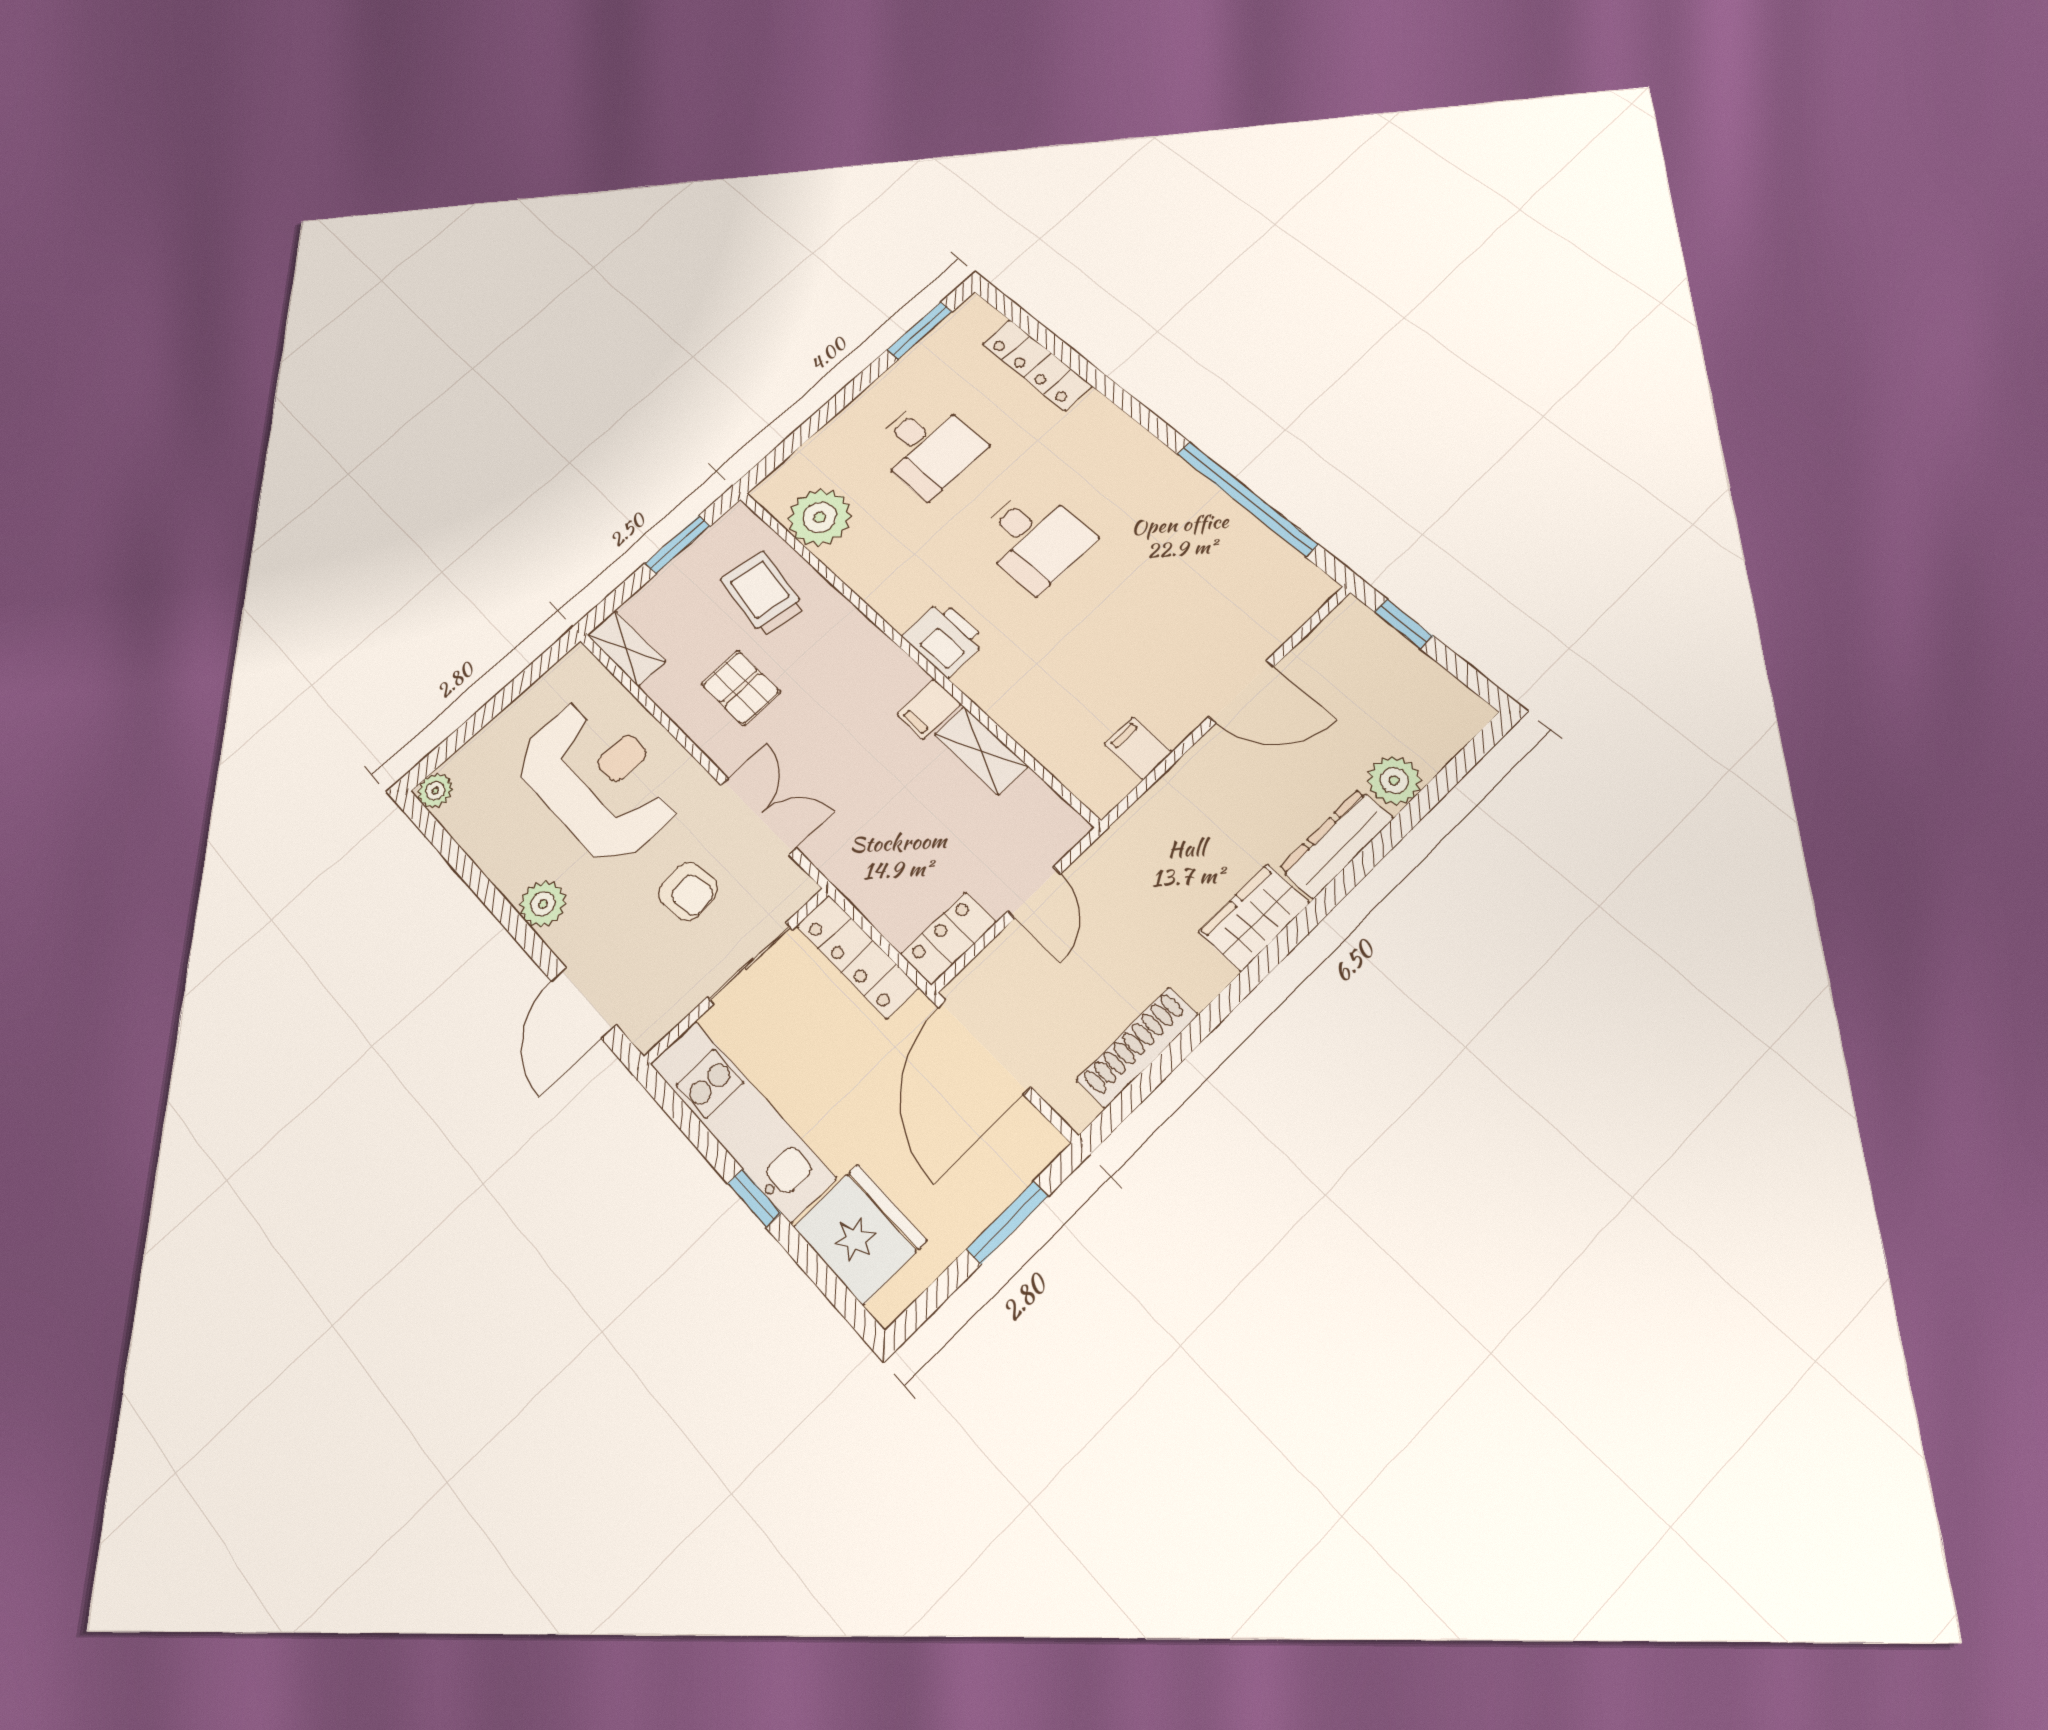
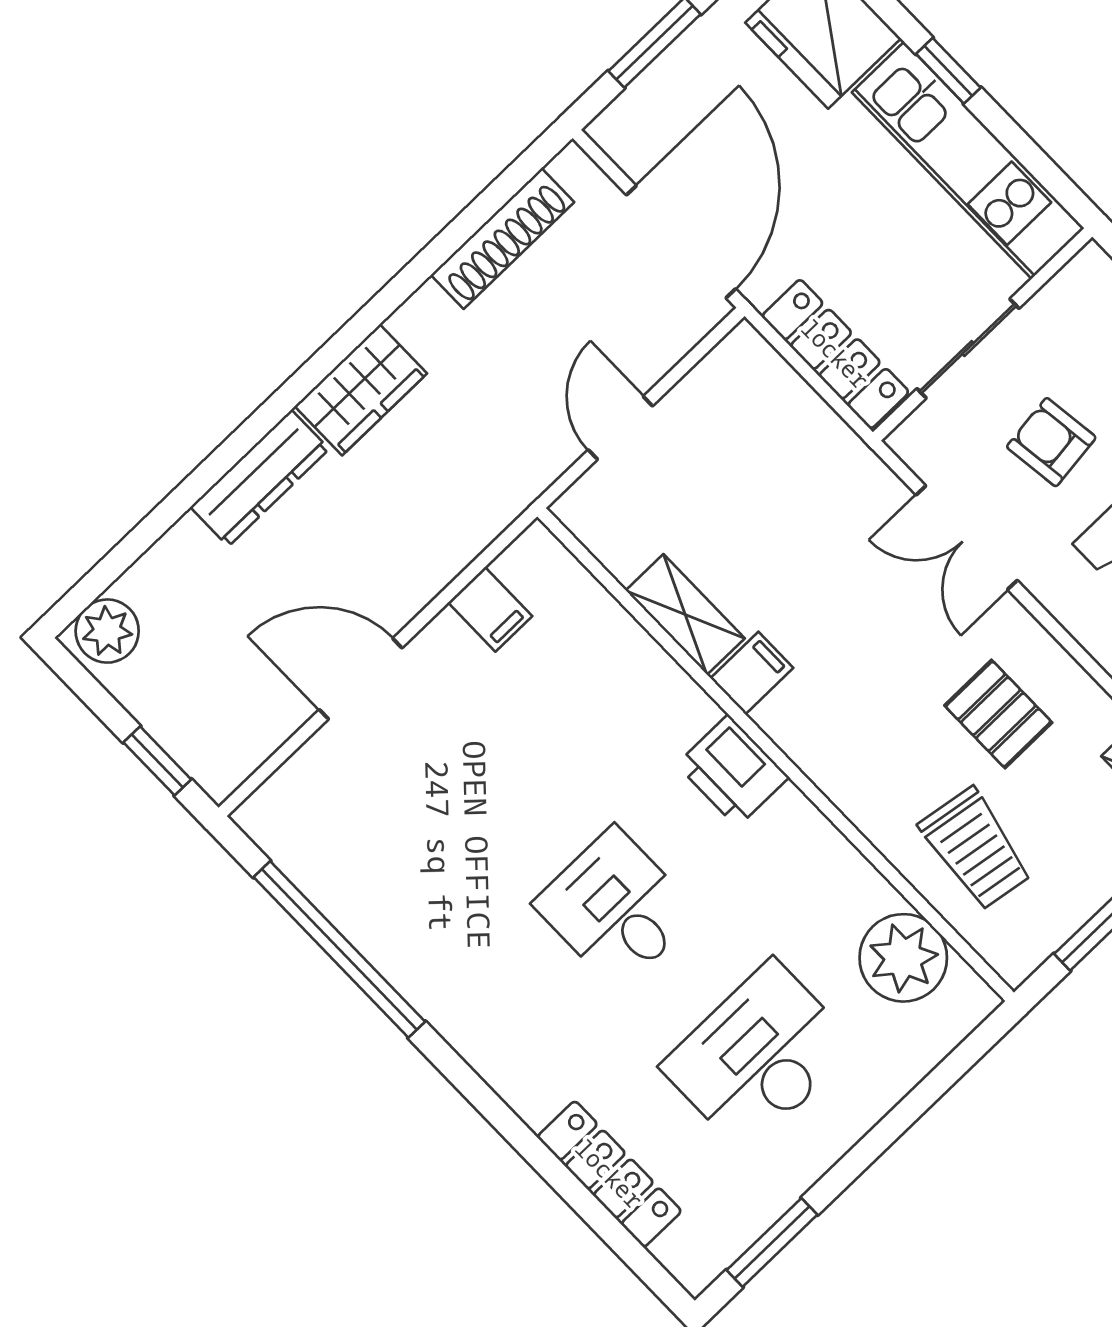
desk: (927, 447) -> (759, 1056), width x1.37
plant: (1394, 780) -> (107, 631), moved
locker: (948, 938) -> (725, 374), removed

